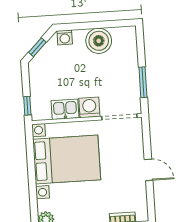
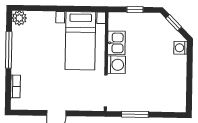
boiler: (99, 41) -> (175, 78), removed
window: (27, 106) -> (135, 10), moved
bed with nightstands: (67, 159) -> (80, 41), width x0.73

